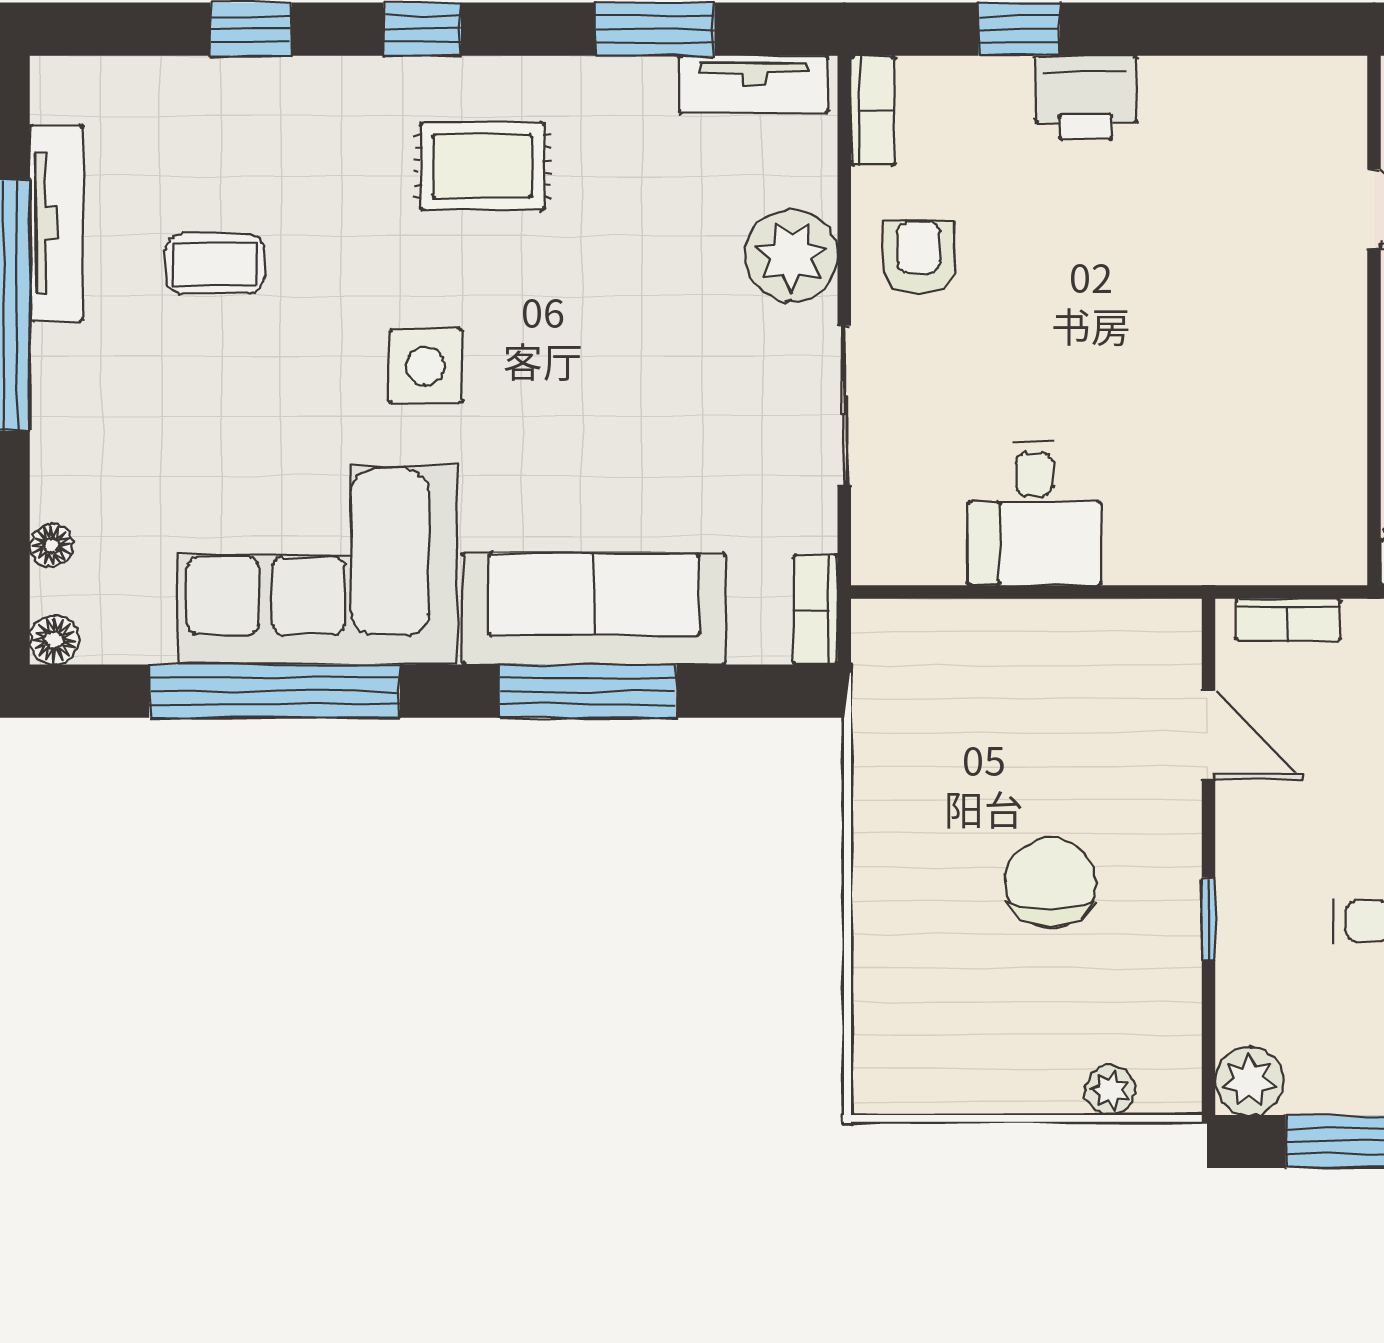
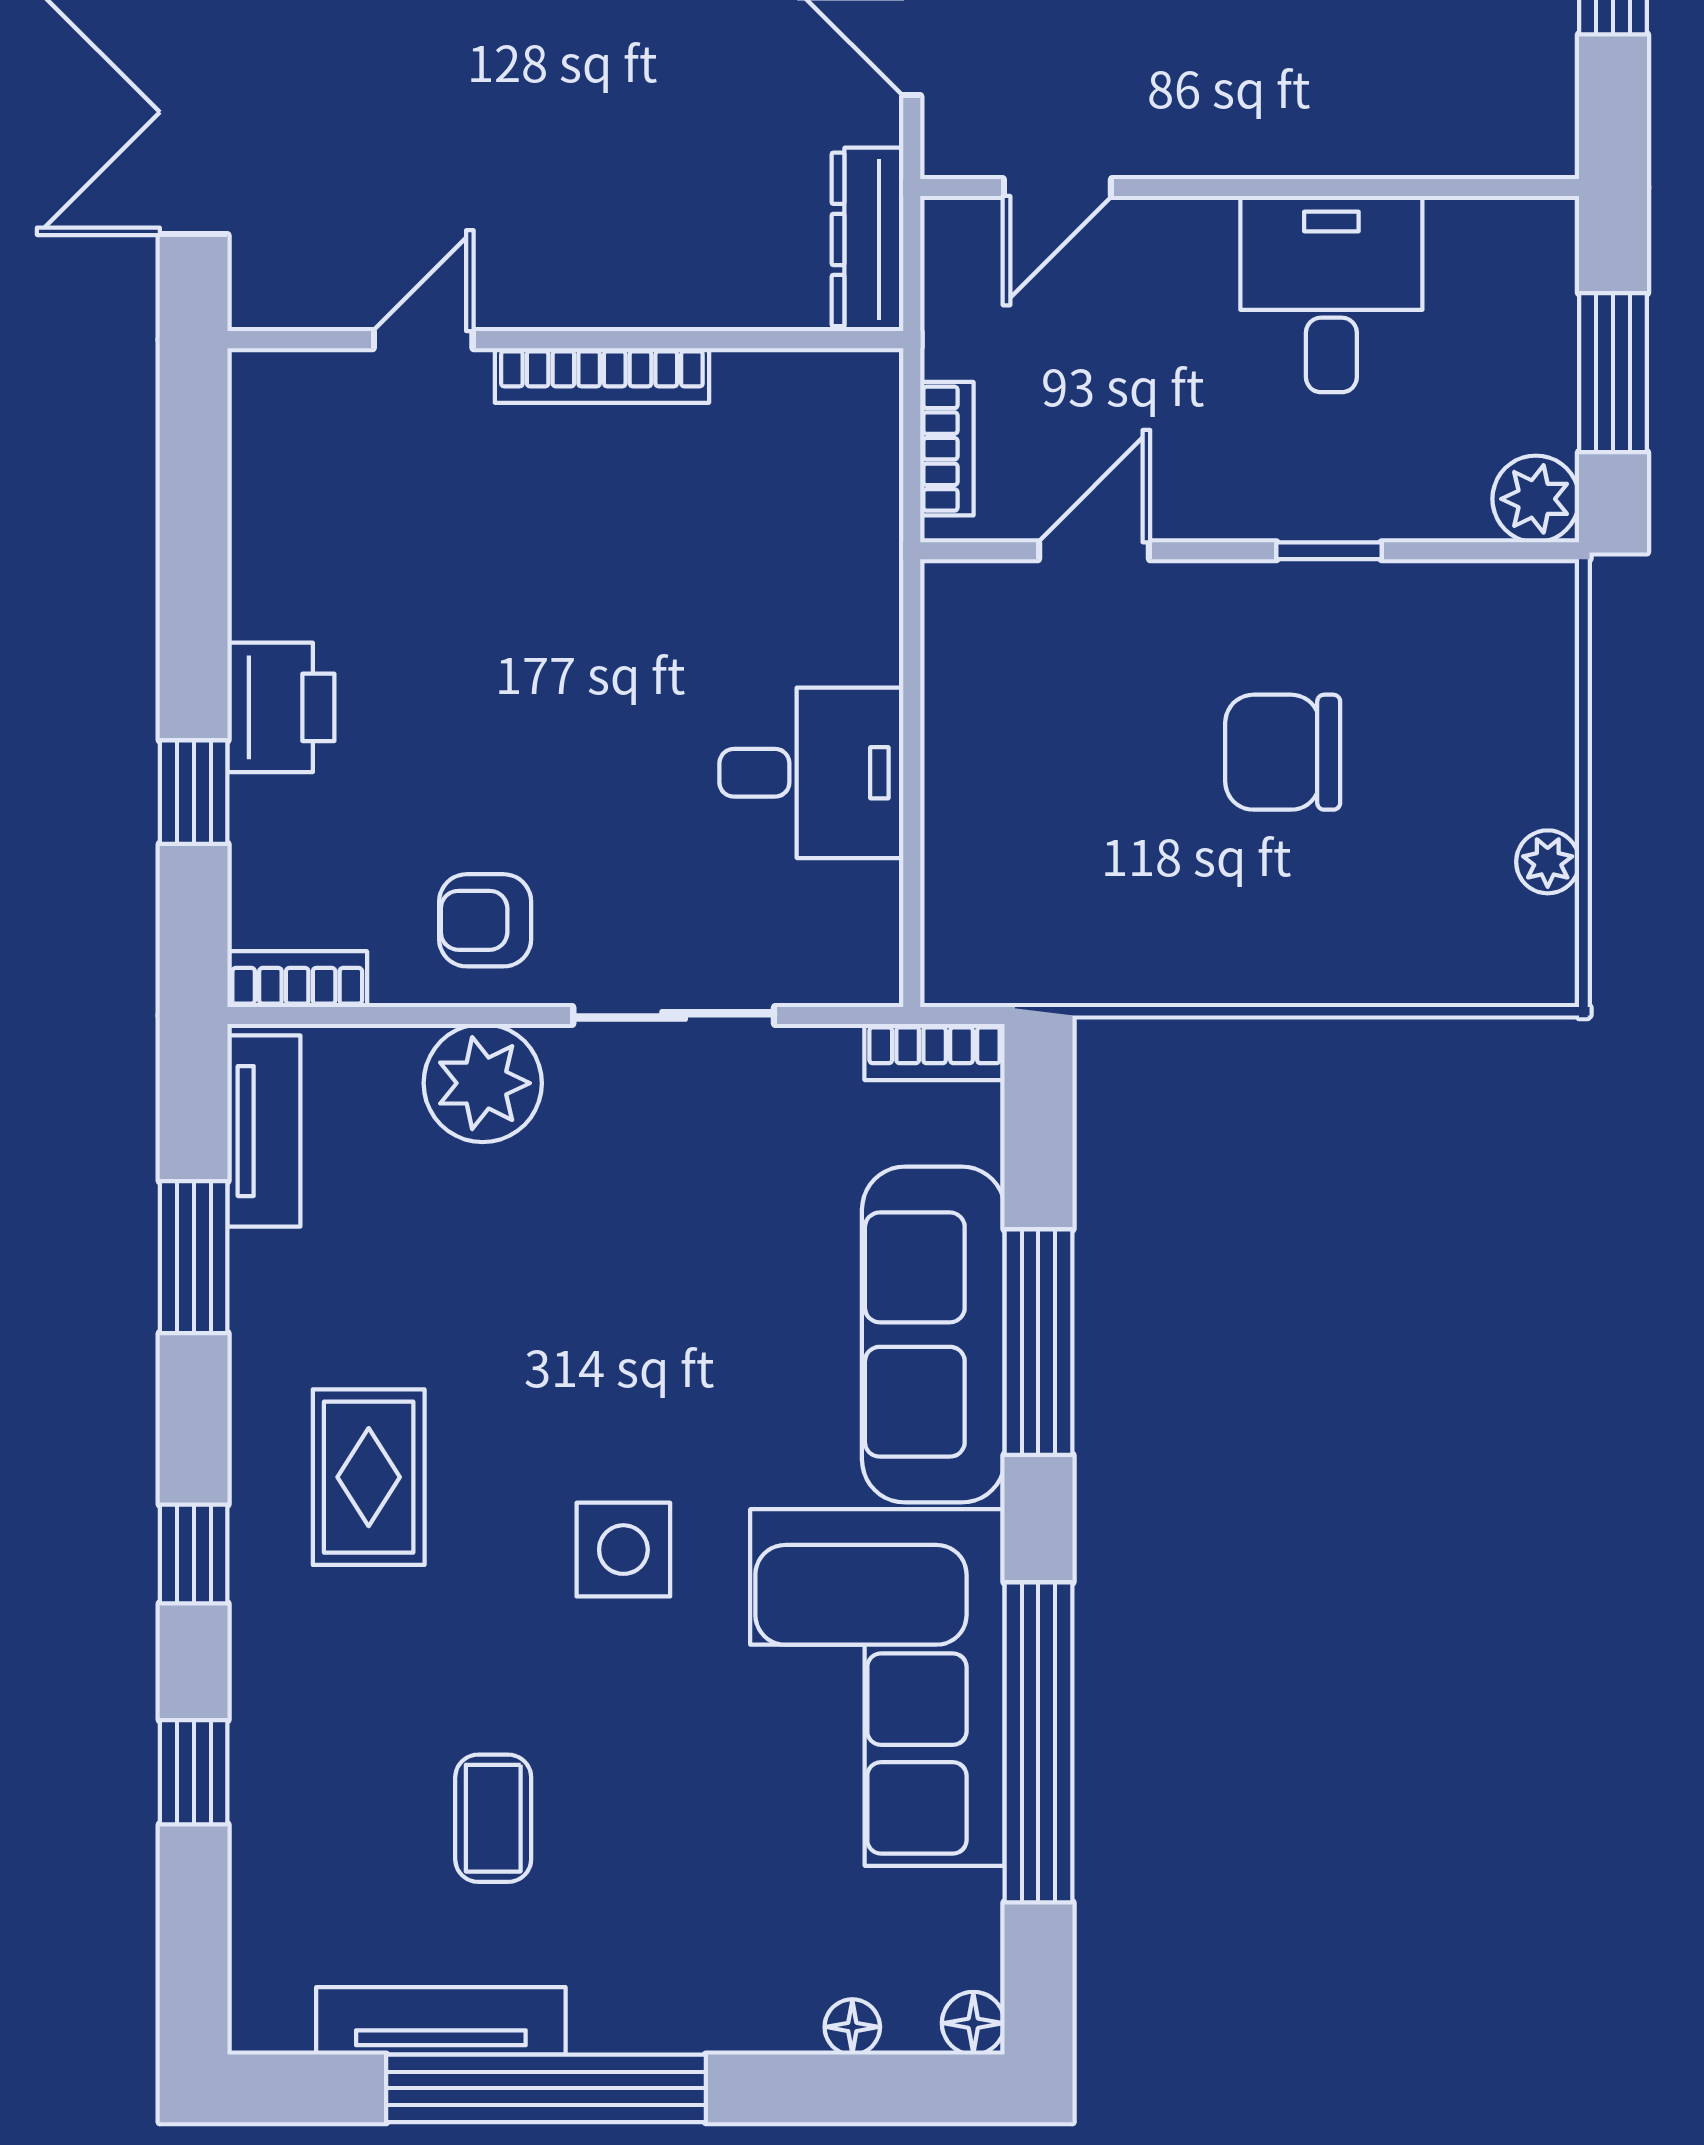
bookcase: (1346, 349) -> (602, 375), added
plant: (1110, 1090) -> (1548, 862), moved

